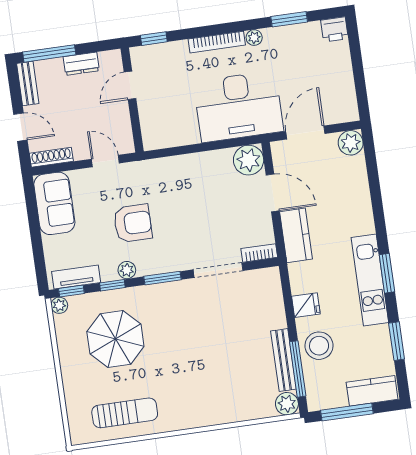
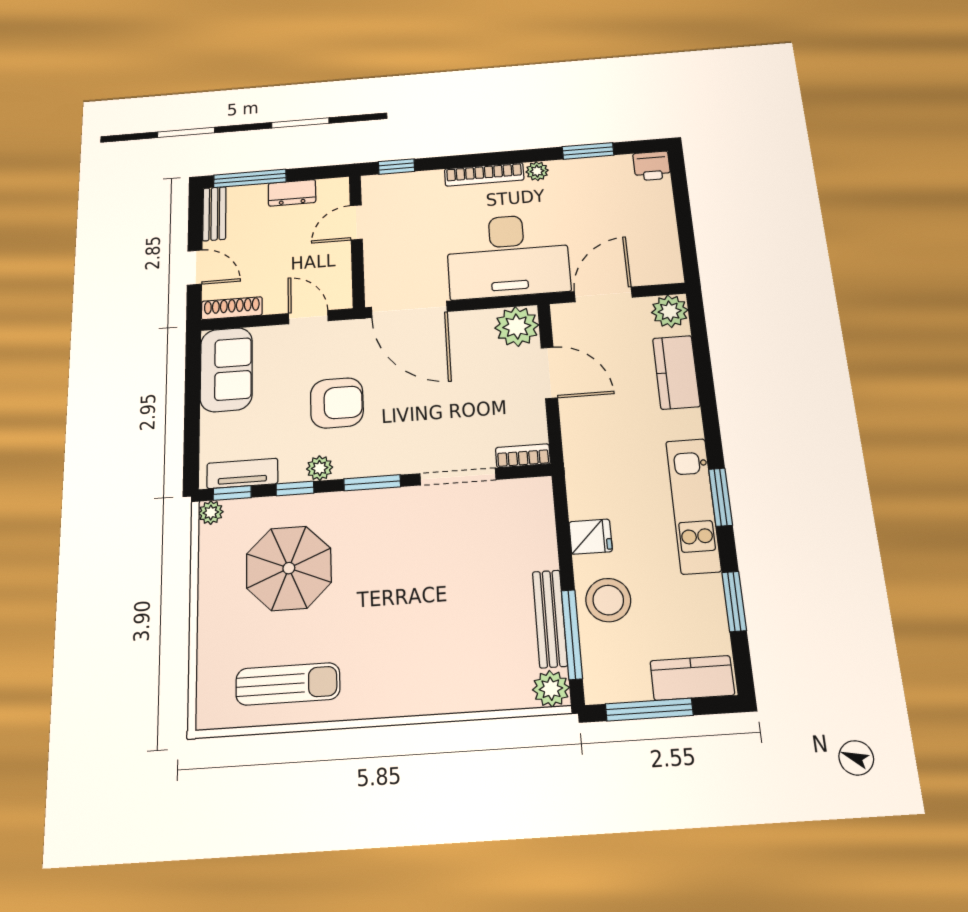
door: (174, 151) -> (409, 309), added
kitchen counter: (296, 235) -> (676, 372), moved, turned 180

